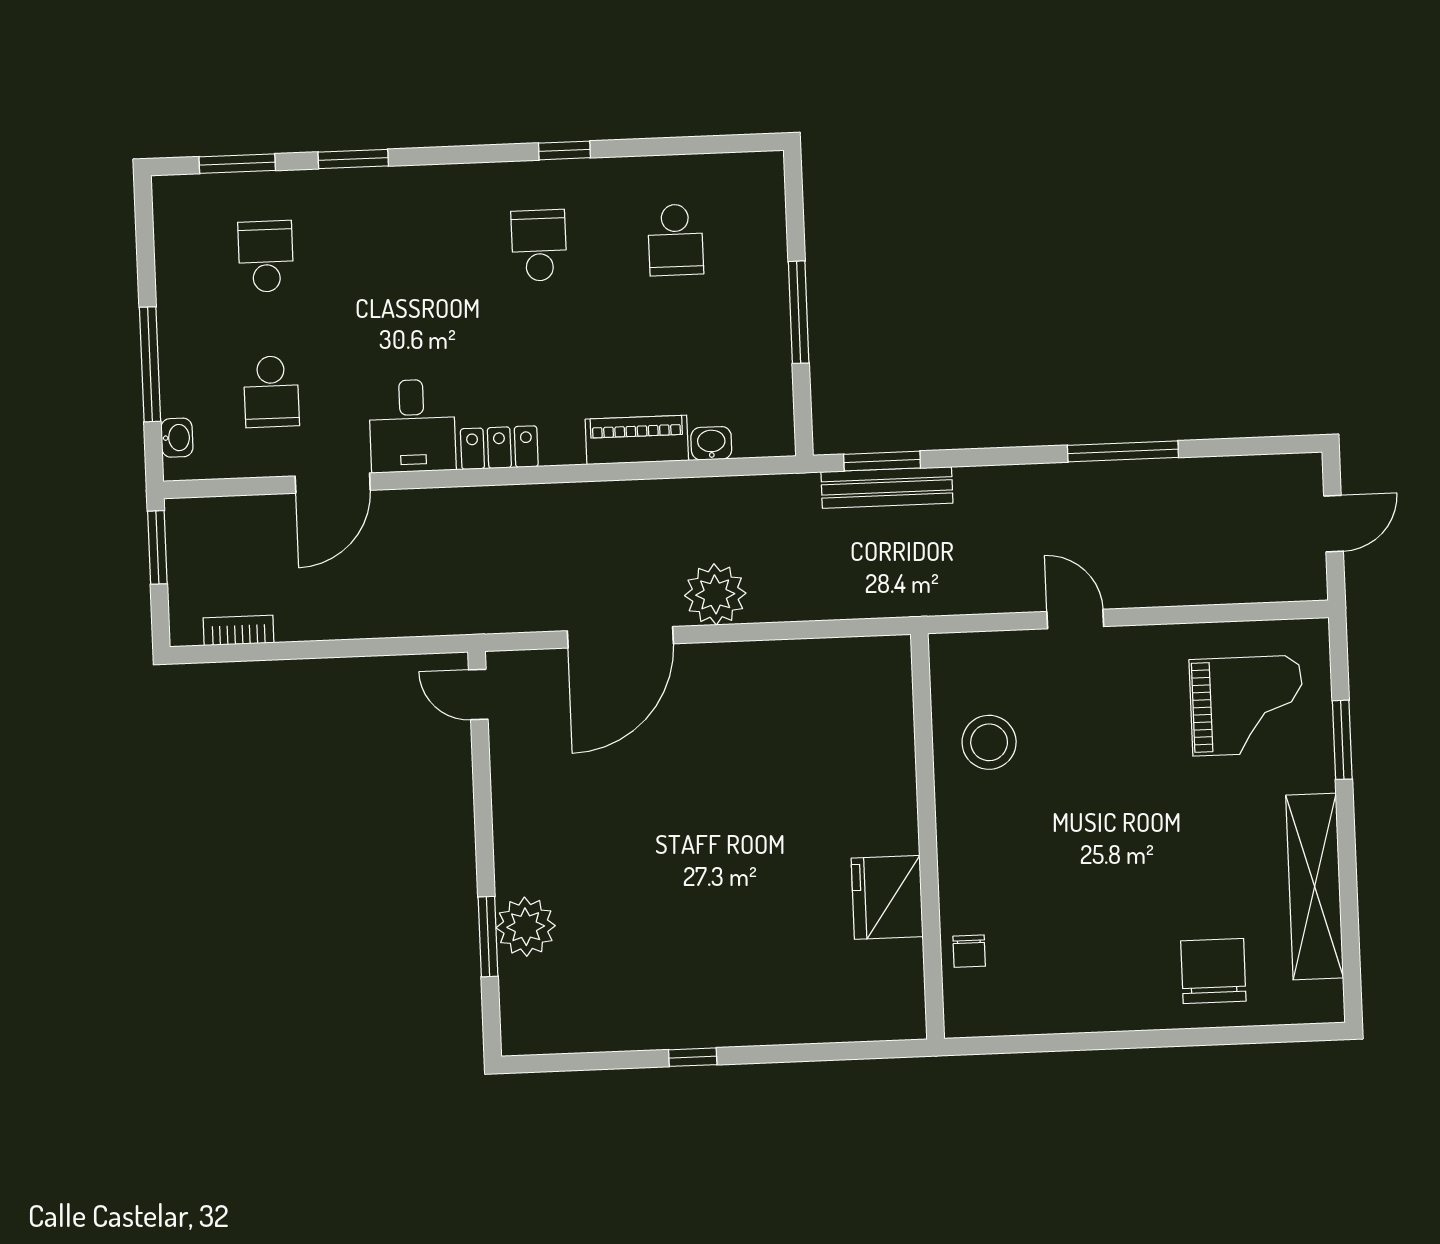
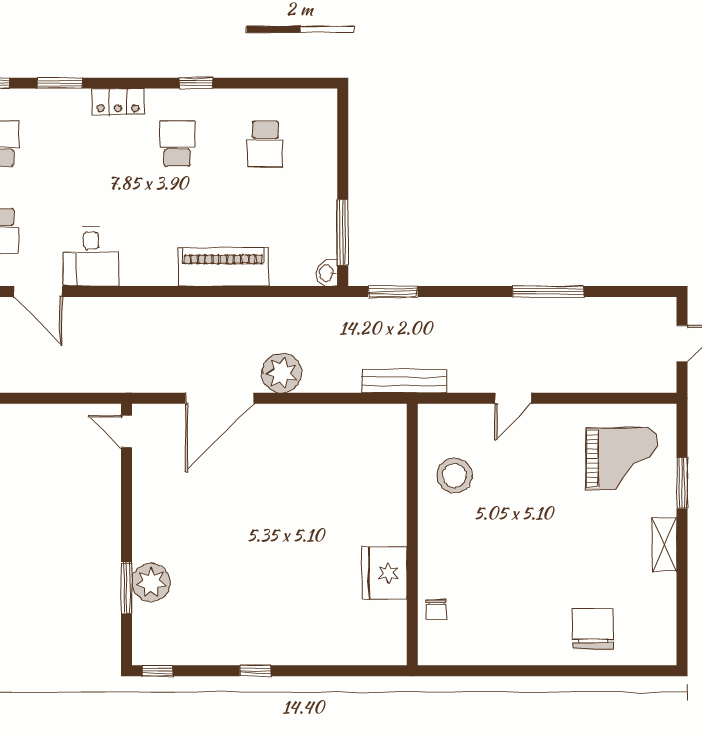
window: (799, 312) -> (343, 232), moved
piano: (637, 440) -> (223, 267), width x1.37, depth x1.33
washbasin: (711, 443) -> (327, 273), moved, turned -90
locker: (499, 448) -> (118, 102), moved, turned 180
door: (333, 483) -> (38, 291), hinge flipped
bench: (887, 487) -> (404, 381), moved
door: (1075, 619) -> (513, 398), swing flipped
shelving: (1315, 887) -> (665, 544), width x0.45, depth x0.75
window: (541, 1063) -> (157, 671), added

